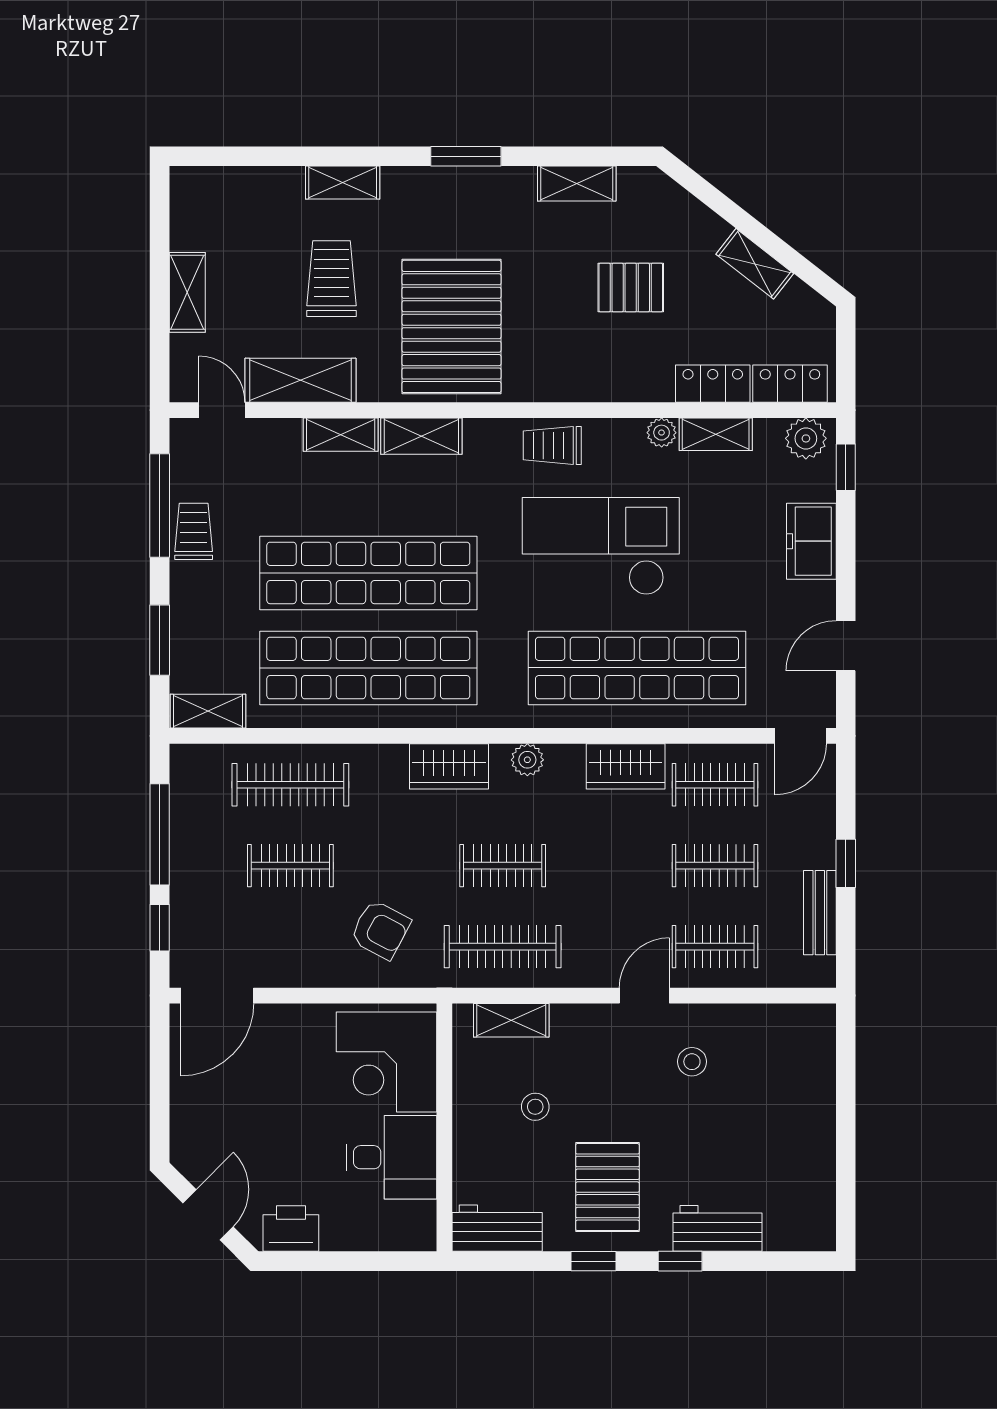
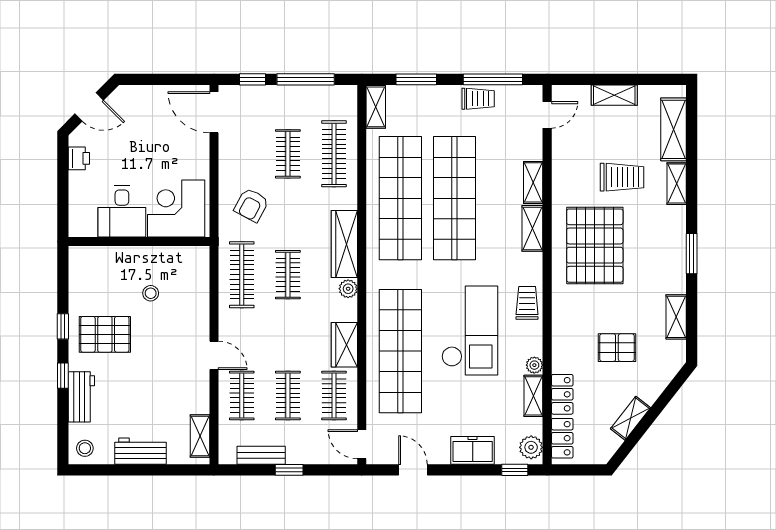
pallet: (631, 287) -> (617, 348), turned 90
pallet: (451, 326) -> (595, 246), turned 90
shelving: (300, 380) -> (674, 129), moved
wardrobe: (449, 766) -> (344, 244), width x1.50
shelving: (511, 1020) -> (200, 436), moved
stool: (692, 1062) -> (85, 448), moved
printer: (291, 1228) -> (79, 158), width x0.73, depth x0.81
workbench: (497, 1228) -> (140, 451), moved, turned -90

